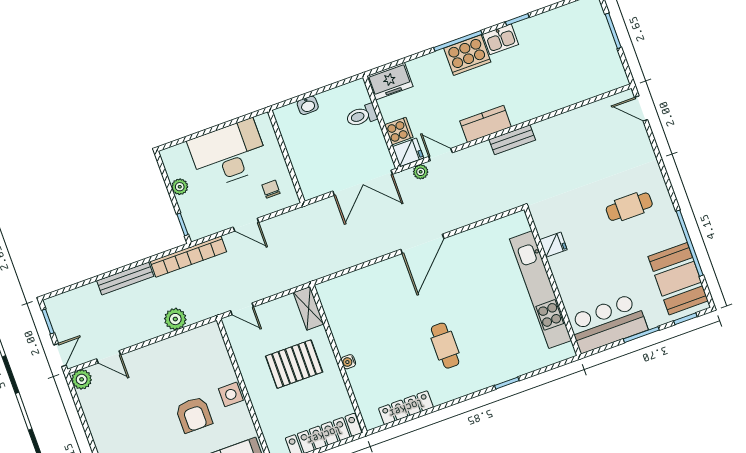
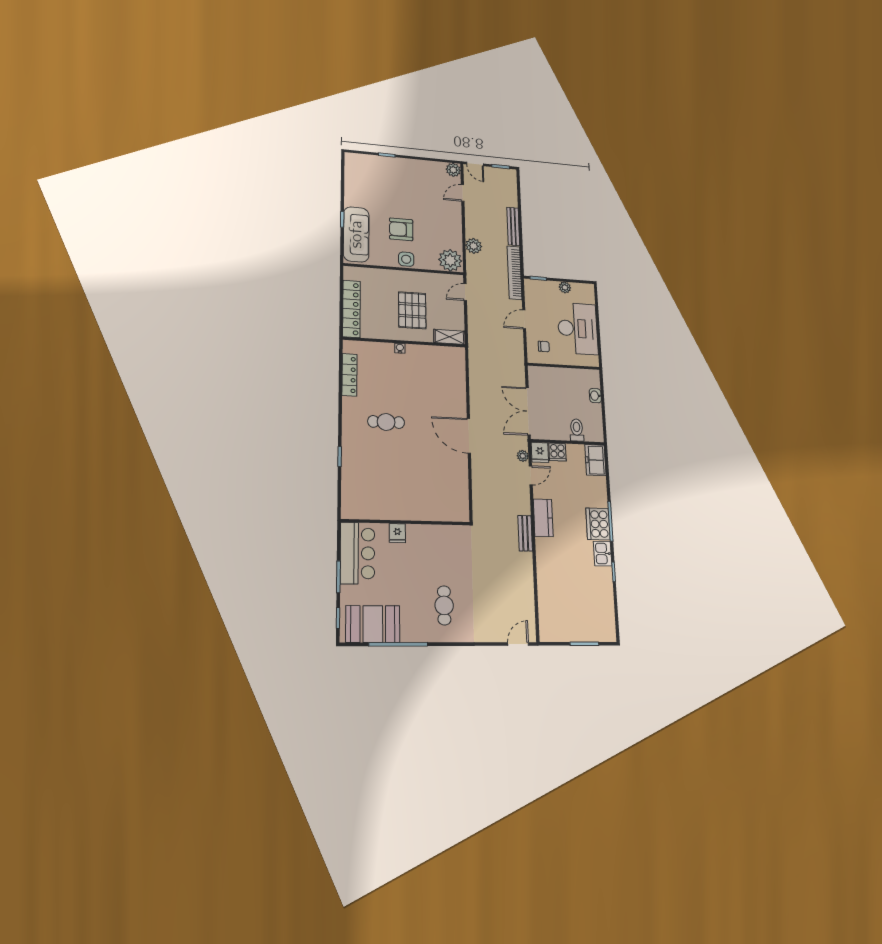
fridge: (553, 245) -> (397, 533), moved
kitchen unit: (541, 290) -> (403, 511), removed
plant: (208, 341) -> (450, 260), added

